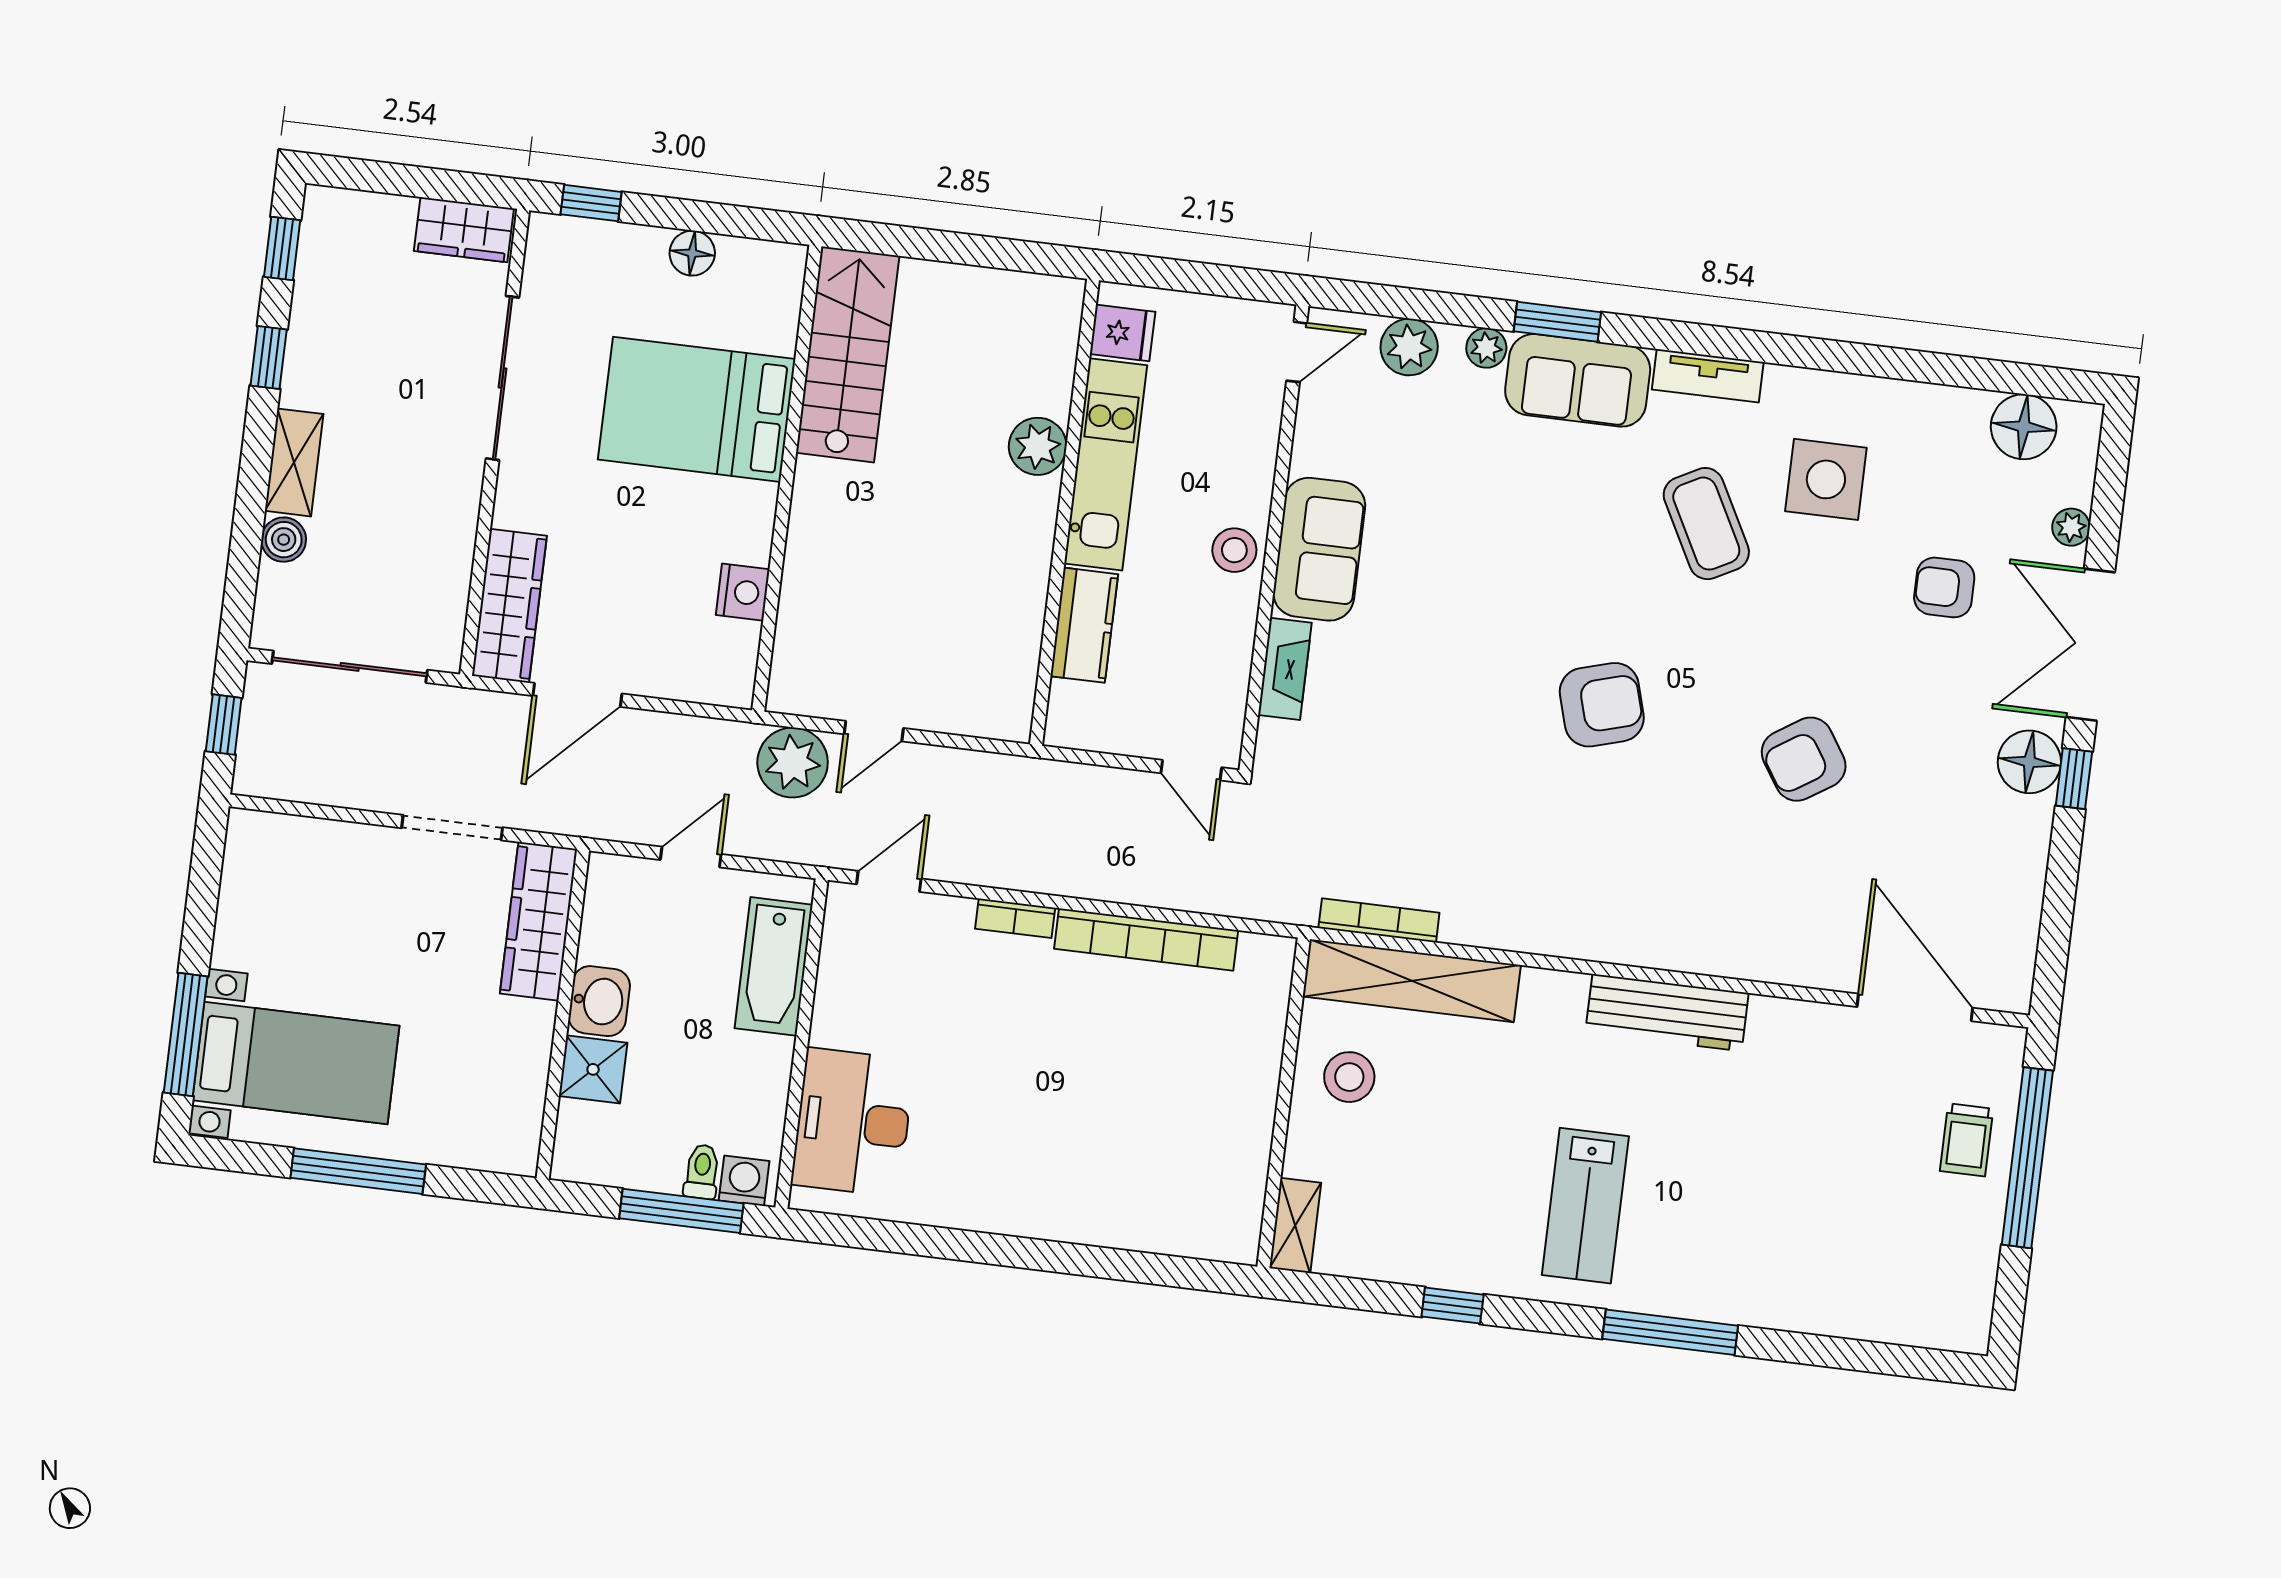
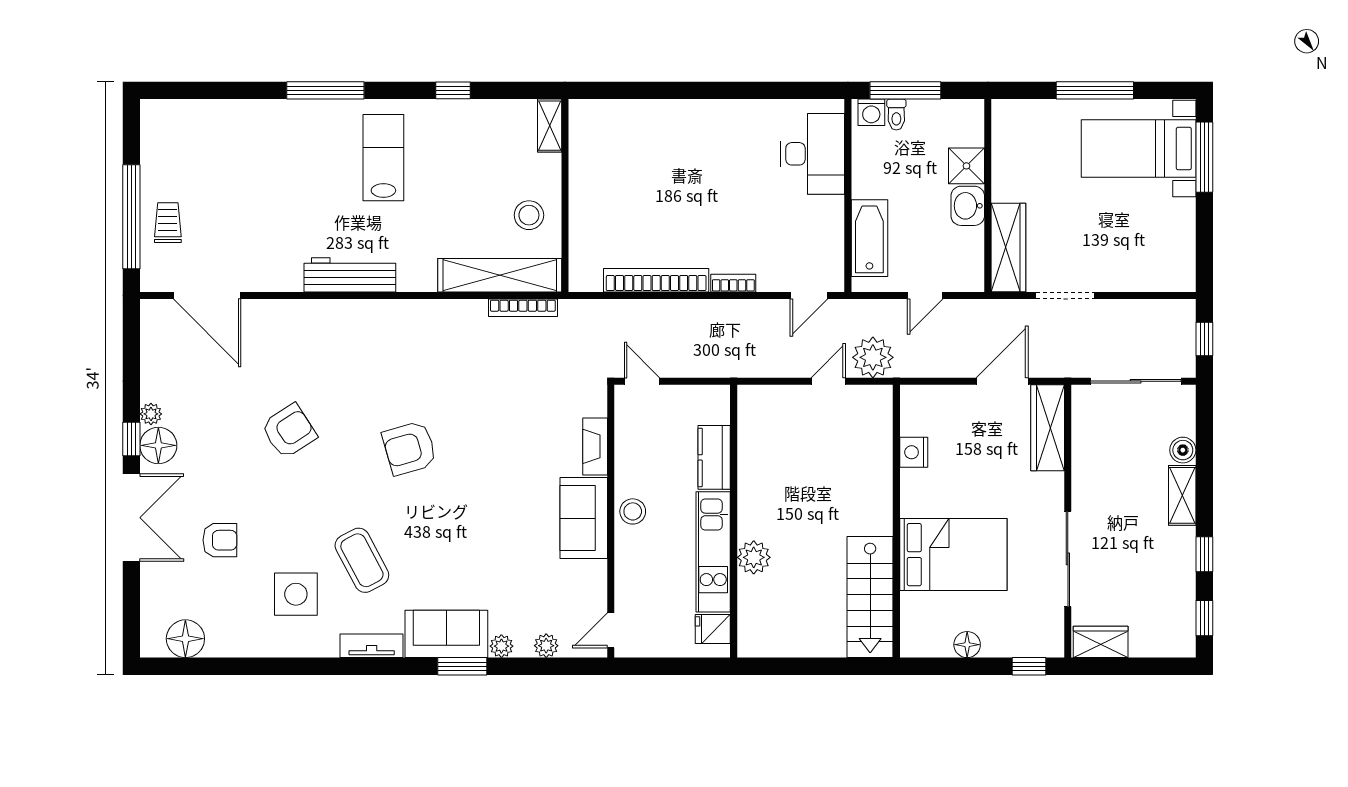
plant: (1409, 347) -> (546, 646), width x0.73, depth x0.73
plant: (2071, 527) -> (151, 414), moved

